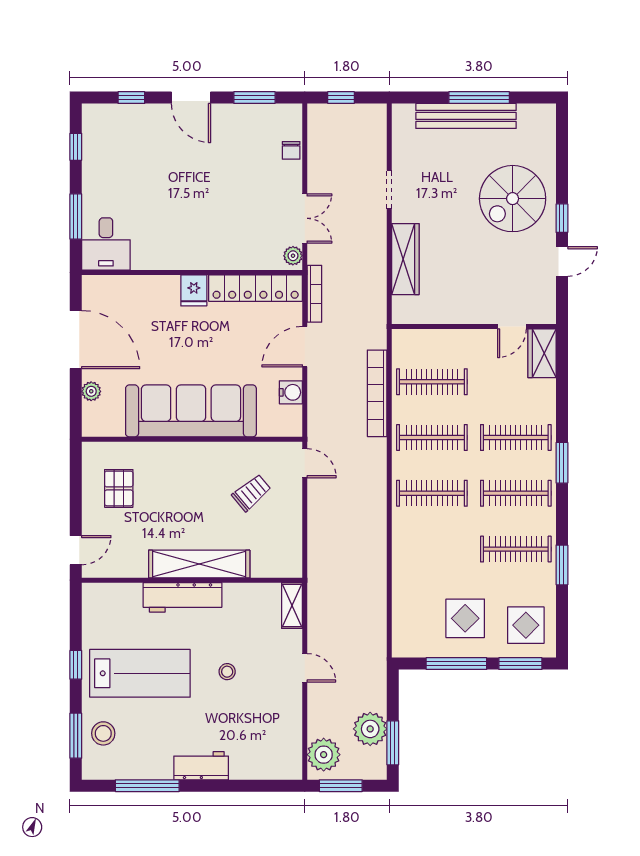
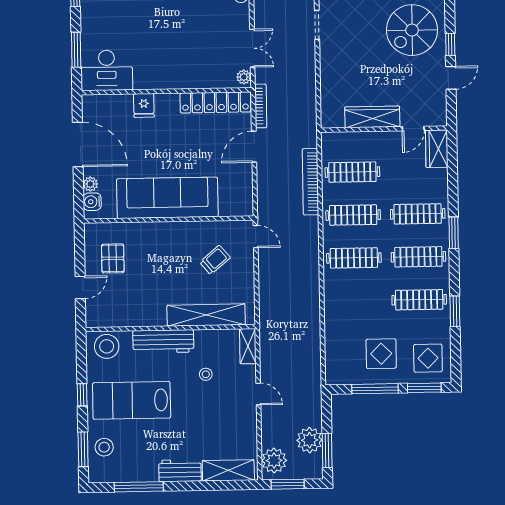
desk: (106, 244) -> (107, 70), width x1.37
wardrobe: (405, 259) -> (372, 117), moved, turned -90
fridge: (194, 290) -> (144, 105), moved
water cooler: (291, 392) -> (92, 202), moved, turned 180
door: (76, 550) -> (80, 288), moved
shelving: (199, 564) -> (206, 315), moved
stool: (109, 603) -> (107, 346), added
stool: (227, 672) -> (206, 374), moved
lab bench: (140, 673) -> (132, 400), turned 180
shelving: (264, 766) -> (228, 470), added

